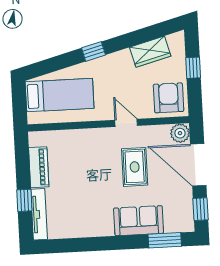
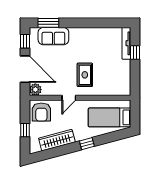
wardrobe: (150, 52) -> (57, 140), width x1.50
door: (126, 123) -> (69, 98), hinge flipped
piano: (39, 167) -> (125, 73), removed
rug: (135, 167) -> (85, 75), moved
sofa: (139, 221) -> (53, 36), moved

